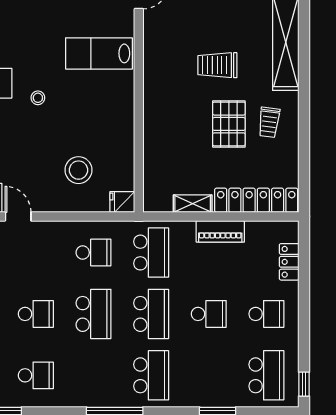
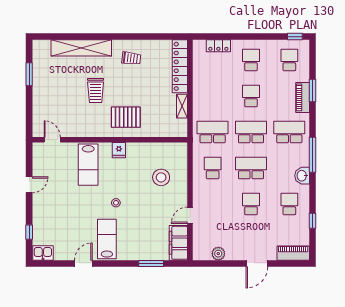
pallet: (229, 124) -> (126, 117), moved
fridge: (122, 202) -> (119, 150), moved
piano: (220, 231) -> (303, 97), moved, turned 180
school desk: (266, 375) -> (289, 60), width x0.54
washbasin: (81, 396) -> (302, 176), added

